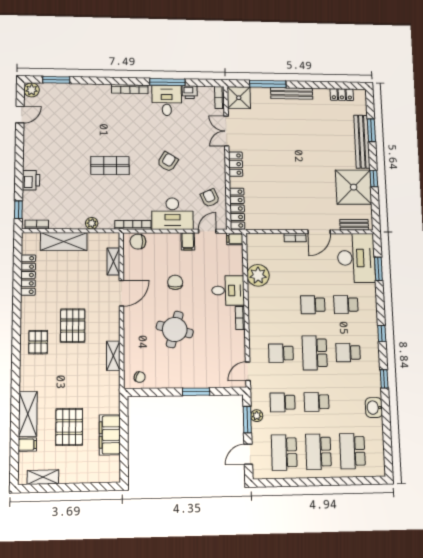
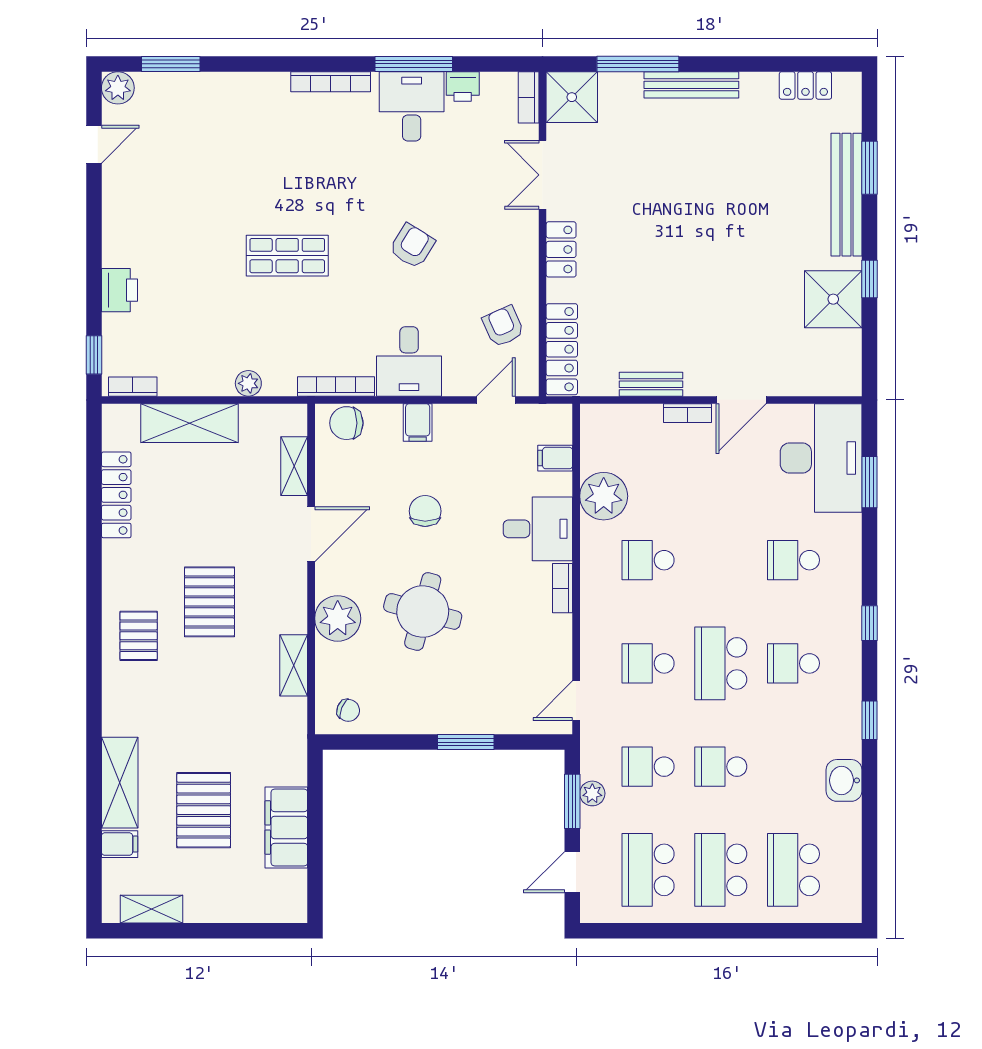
shower: (354, 187) -> (833, 299), width x0.73, depth x0.73
desk: (172, 214) -> (409, 361), width x0.73
bench: (354, 225) -> (651, 384), moved
filing cabinet: (235, 239) -> (555, 458), moved
filing cabinet: (188, 242) -> (418, 423), moved
school desk: (313, 305) -> (648, 560), moved
plant: (134, 333) -> (338, 618), added

